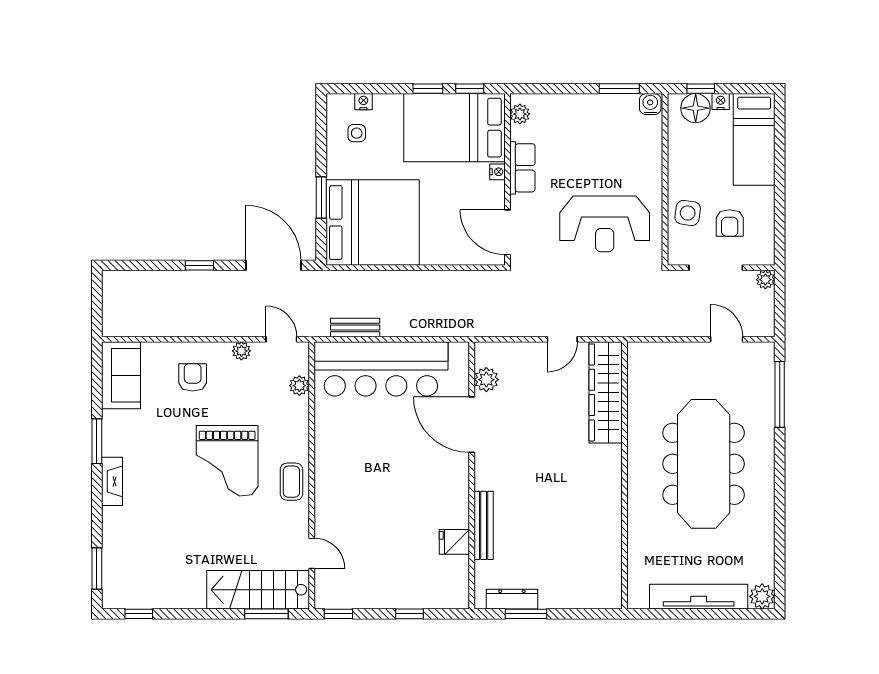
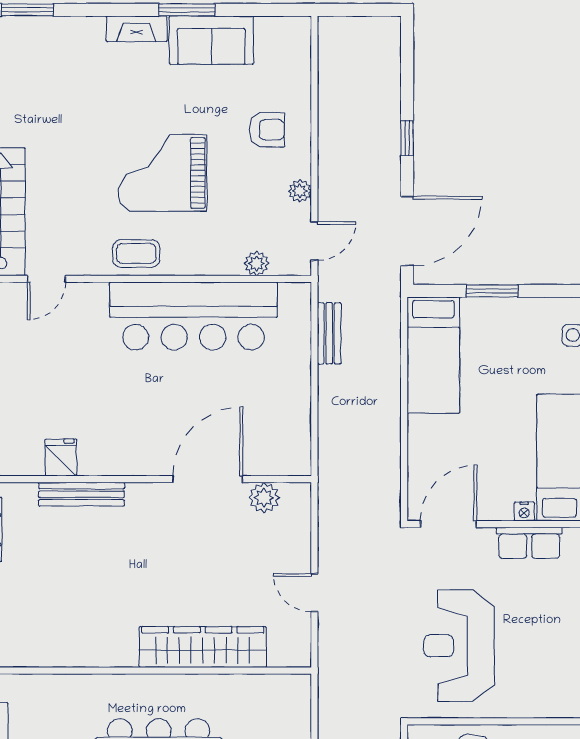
bed: (373, 223) -> (433, 355), width x0.49
bar counter: (381, 369) -> (193, 316), moved, turned -90
sofa: (121, 375) -> (211, 40), moved
wardrobe: (606, 392) -> (203, 647), moved

